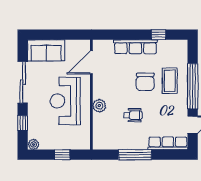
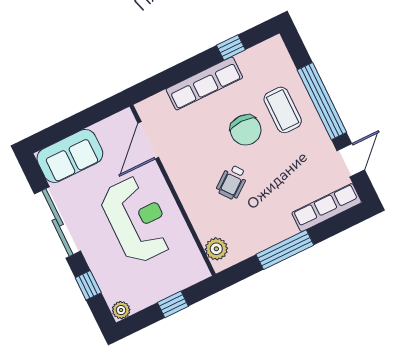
reception desk: (65, 101) -> (137, 220), turned 180
plant: (99, 106) -> (216, 249), moved
wheelchair: (133, 115) -> (232, 182), moved, turned 142

